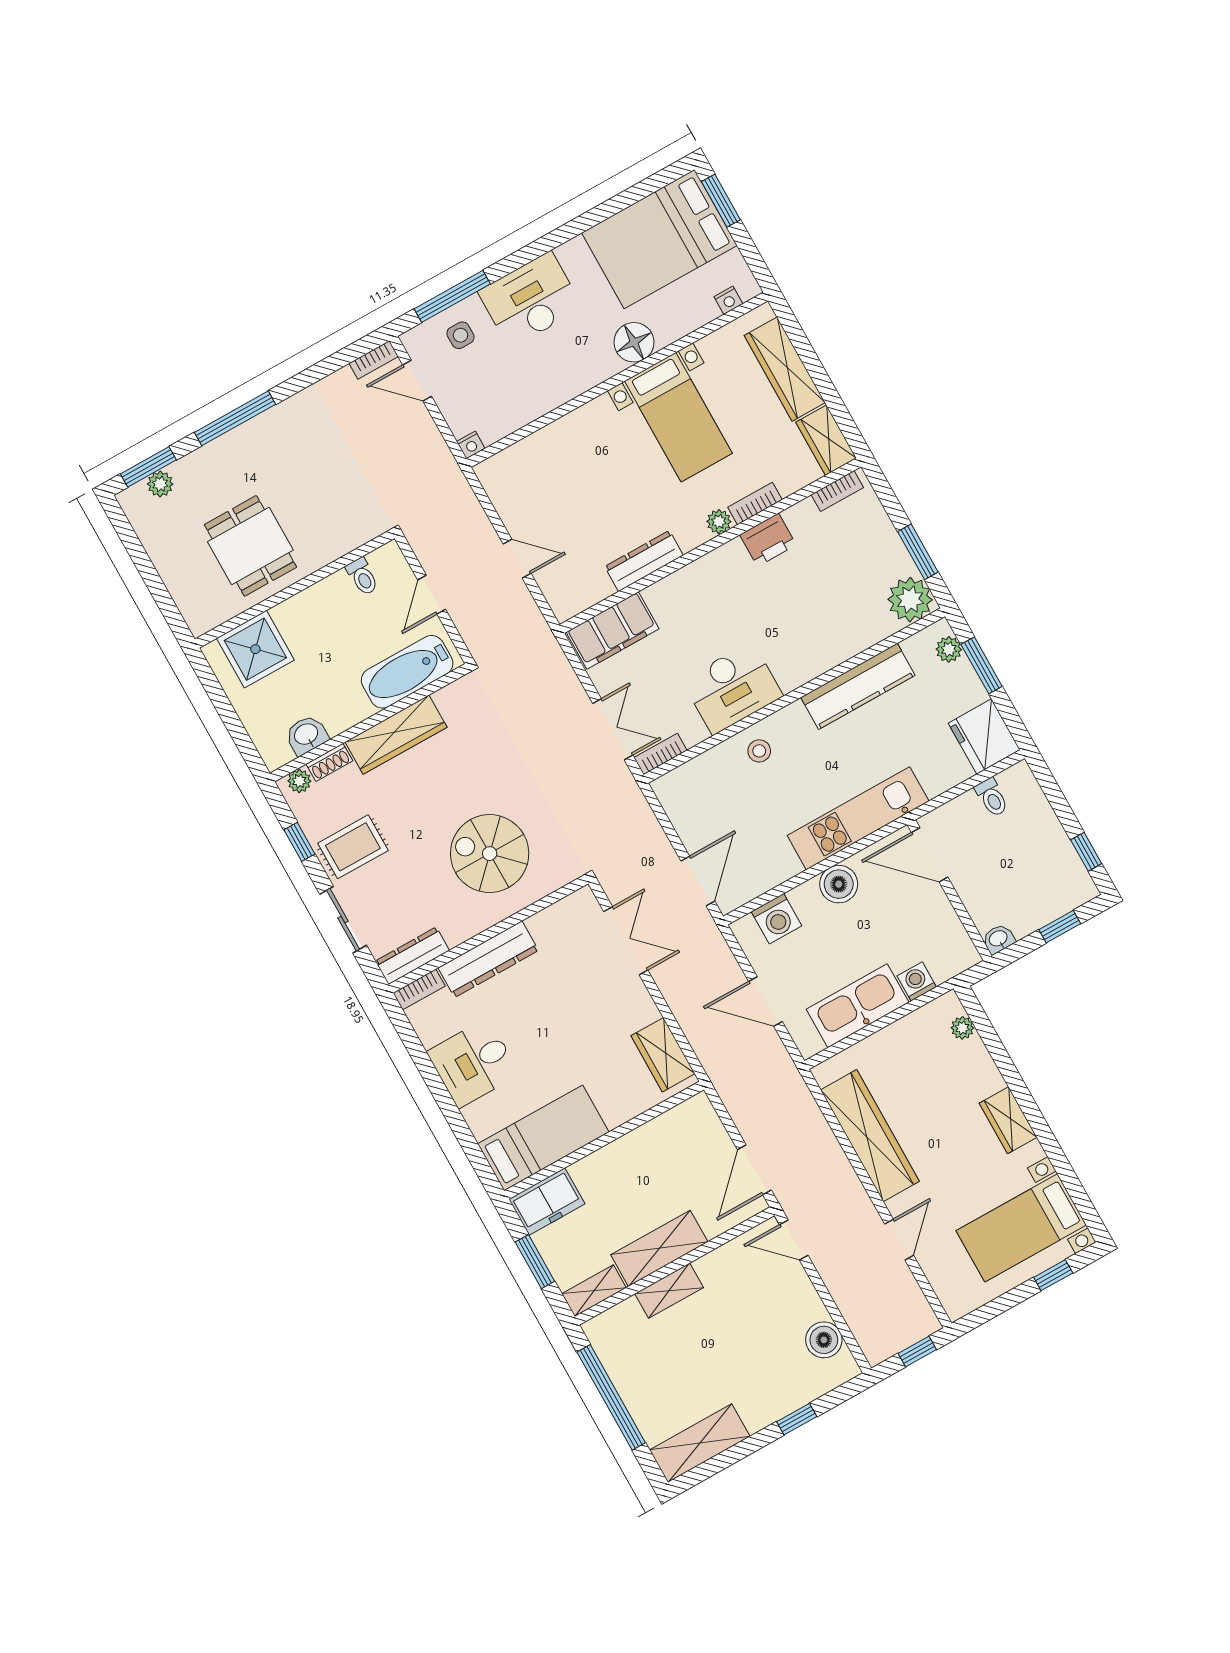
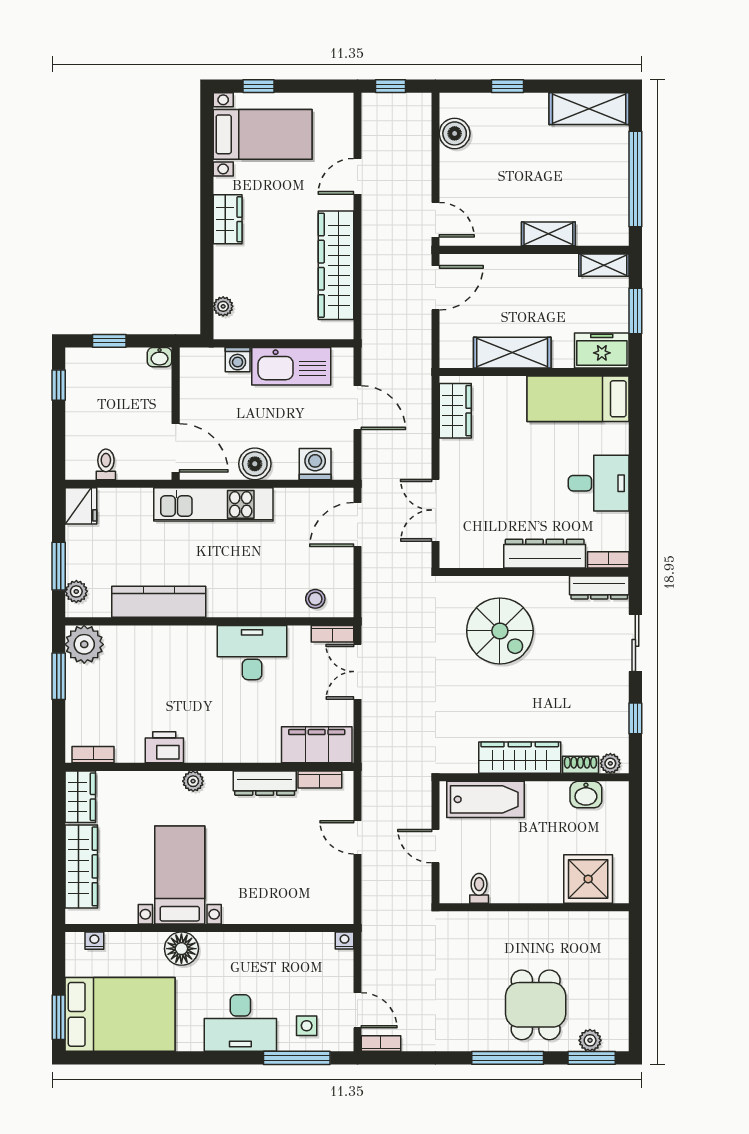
bookcase: (755, 504) -> (320, 779), moved
dining table: (250, 546) -> (536, 1005), moved
door: (432, 595) -> (435, 846), swing flipped
fridge: (984, 737) -> (81, 506), width x0.73, depth x0.75
stool: (759, 751) -> (315, 599), moved
rug: (353, 847) -> (598, 693), removed
shelving: (659, 1248) -> (512, 353), moved

